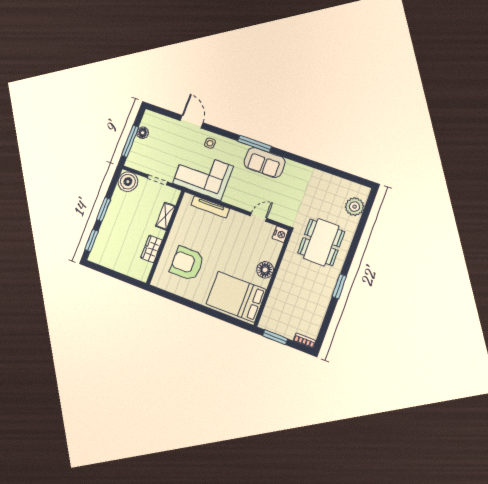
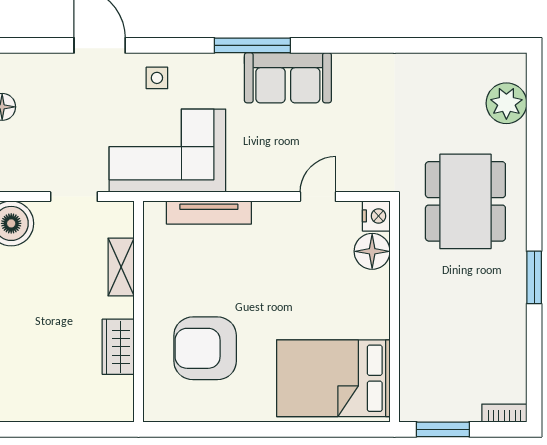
floor lamp: (265, 270) -> (372, 251), moved

